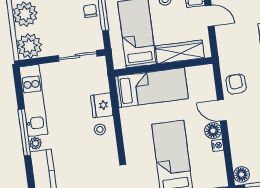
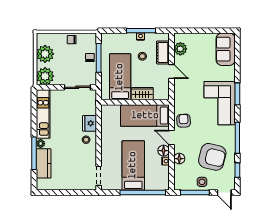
wardrobe: (180, 52) -> (142, 94), width x0.67
bed: (152, 87) -> (145, 116), moved, turned 180
window: (24, 132) -> (34, 153), moved
floor lamp: (242, 174) -> (179, 159), moved

